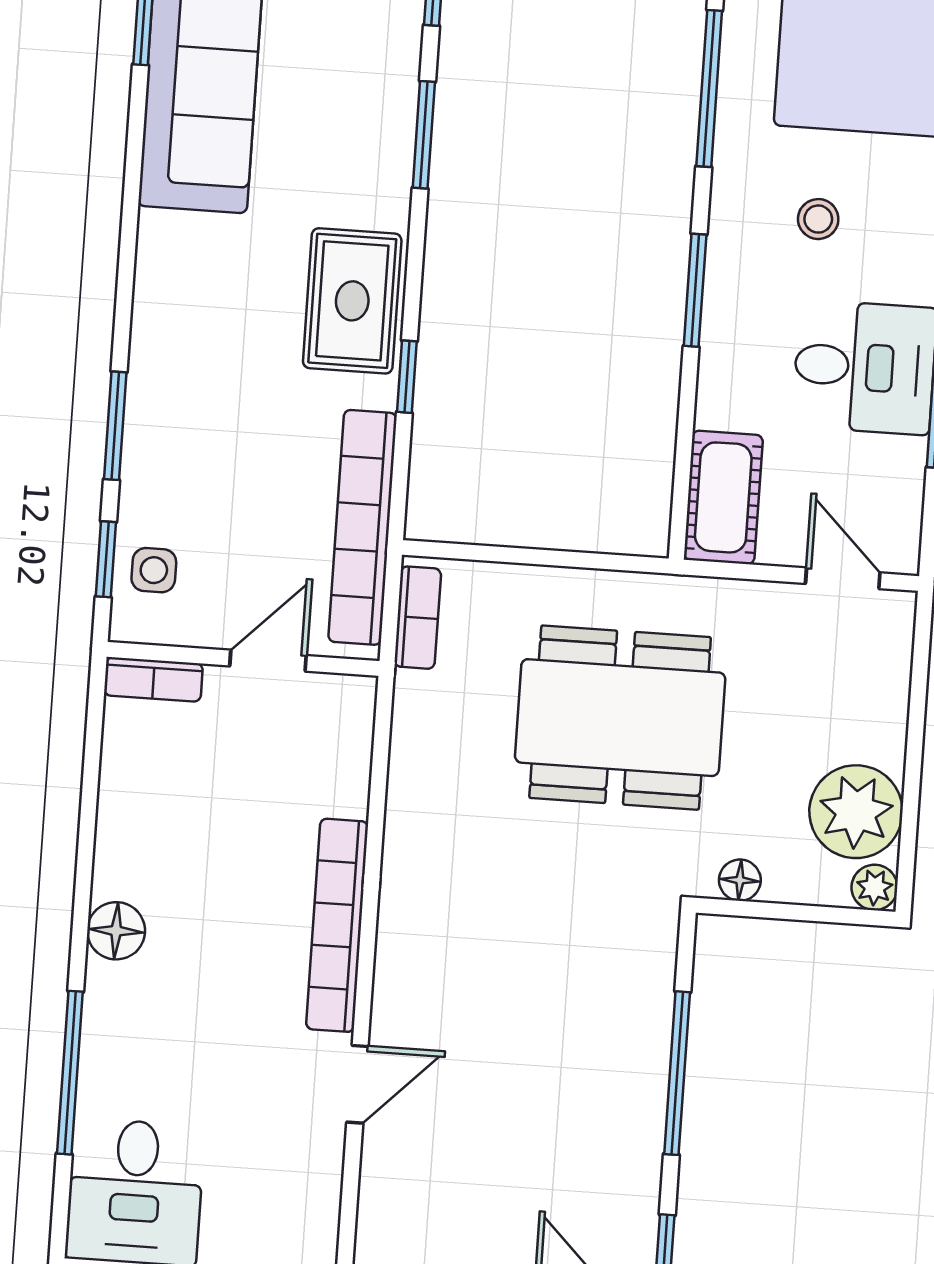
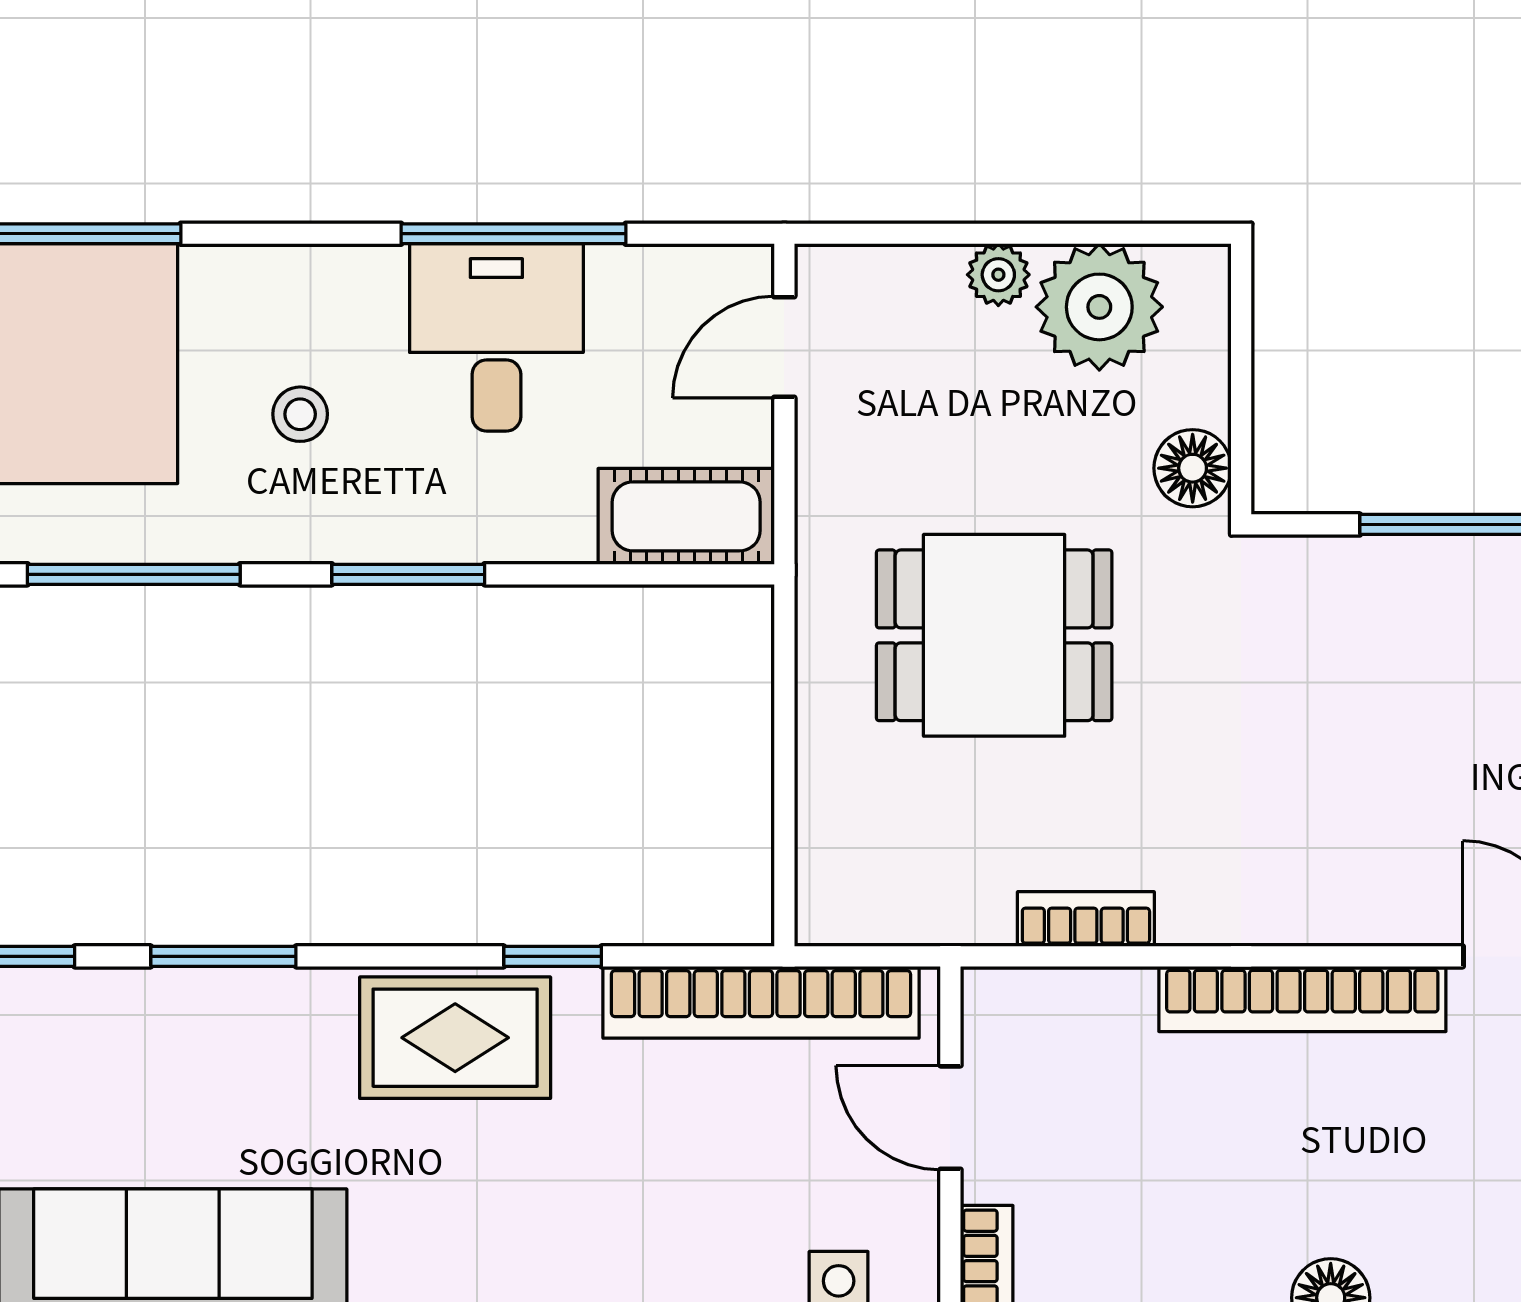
bookcase: (418, 618) -> (1086, 919), moved
dining table: (620, 718) -> (994, 635), width x0.73
floor lamp: (740, 880) -> (1193, 468), width x1.37, depth x1.37
plant: (874, 887) -> (998, 275), moved

